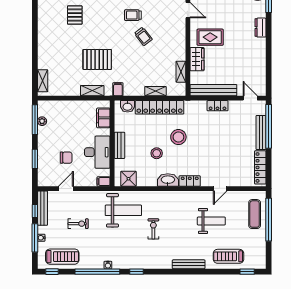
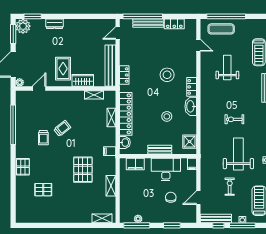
shelving: (92, 91) -> (111, 186), moved
locker: (218, 106) -> (124, 75), moved
stool: (178, 137) -> (167, 75), moved
locker: (260, 167) -> (174, 24), width x0.66
door: (66, 189) -> (198, 198), hinge flipped
door: (220, 189) -> (198, 45), moved
weight bench: (123, 210) -> (238, 154), moved

